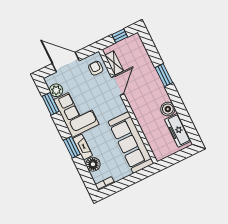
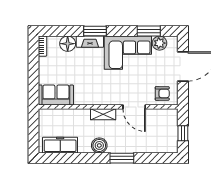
shelving: (114, 63) -> (103, 114), moved
boiler: (168, 109) -> (99, 145), moved
sofa: (131, 143) -> (56, 95), width x0.54, depth x0.79

